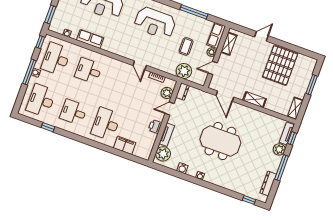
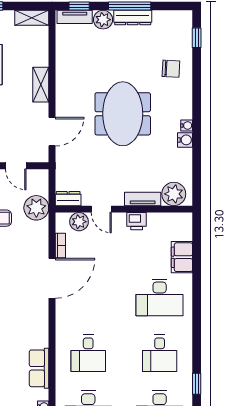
door: (140, 65) -> (52, 278), width x1.87
water cooler: (182, 168) -> (185, 140), moved
chair: (236, 179) -> (171, 69), added
dresser: (268, 183) -> (133, 18), moved

